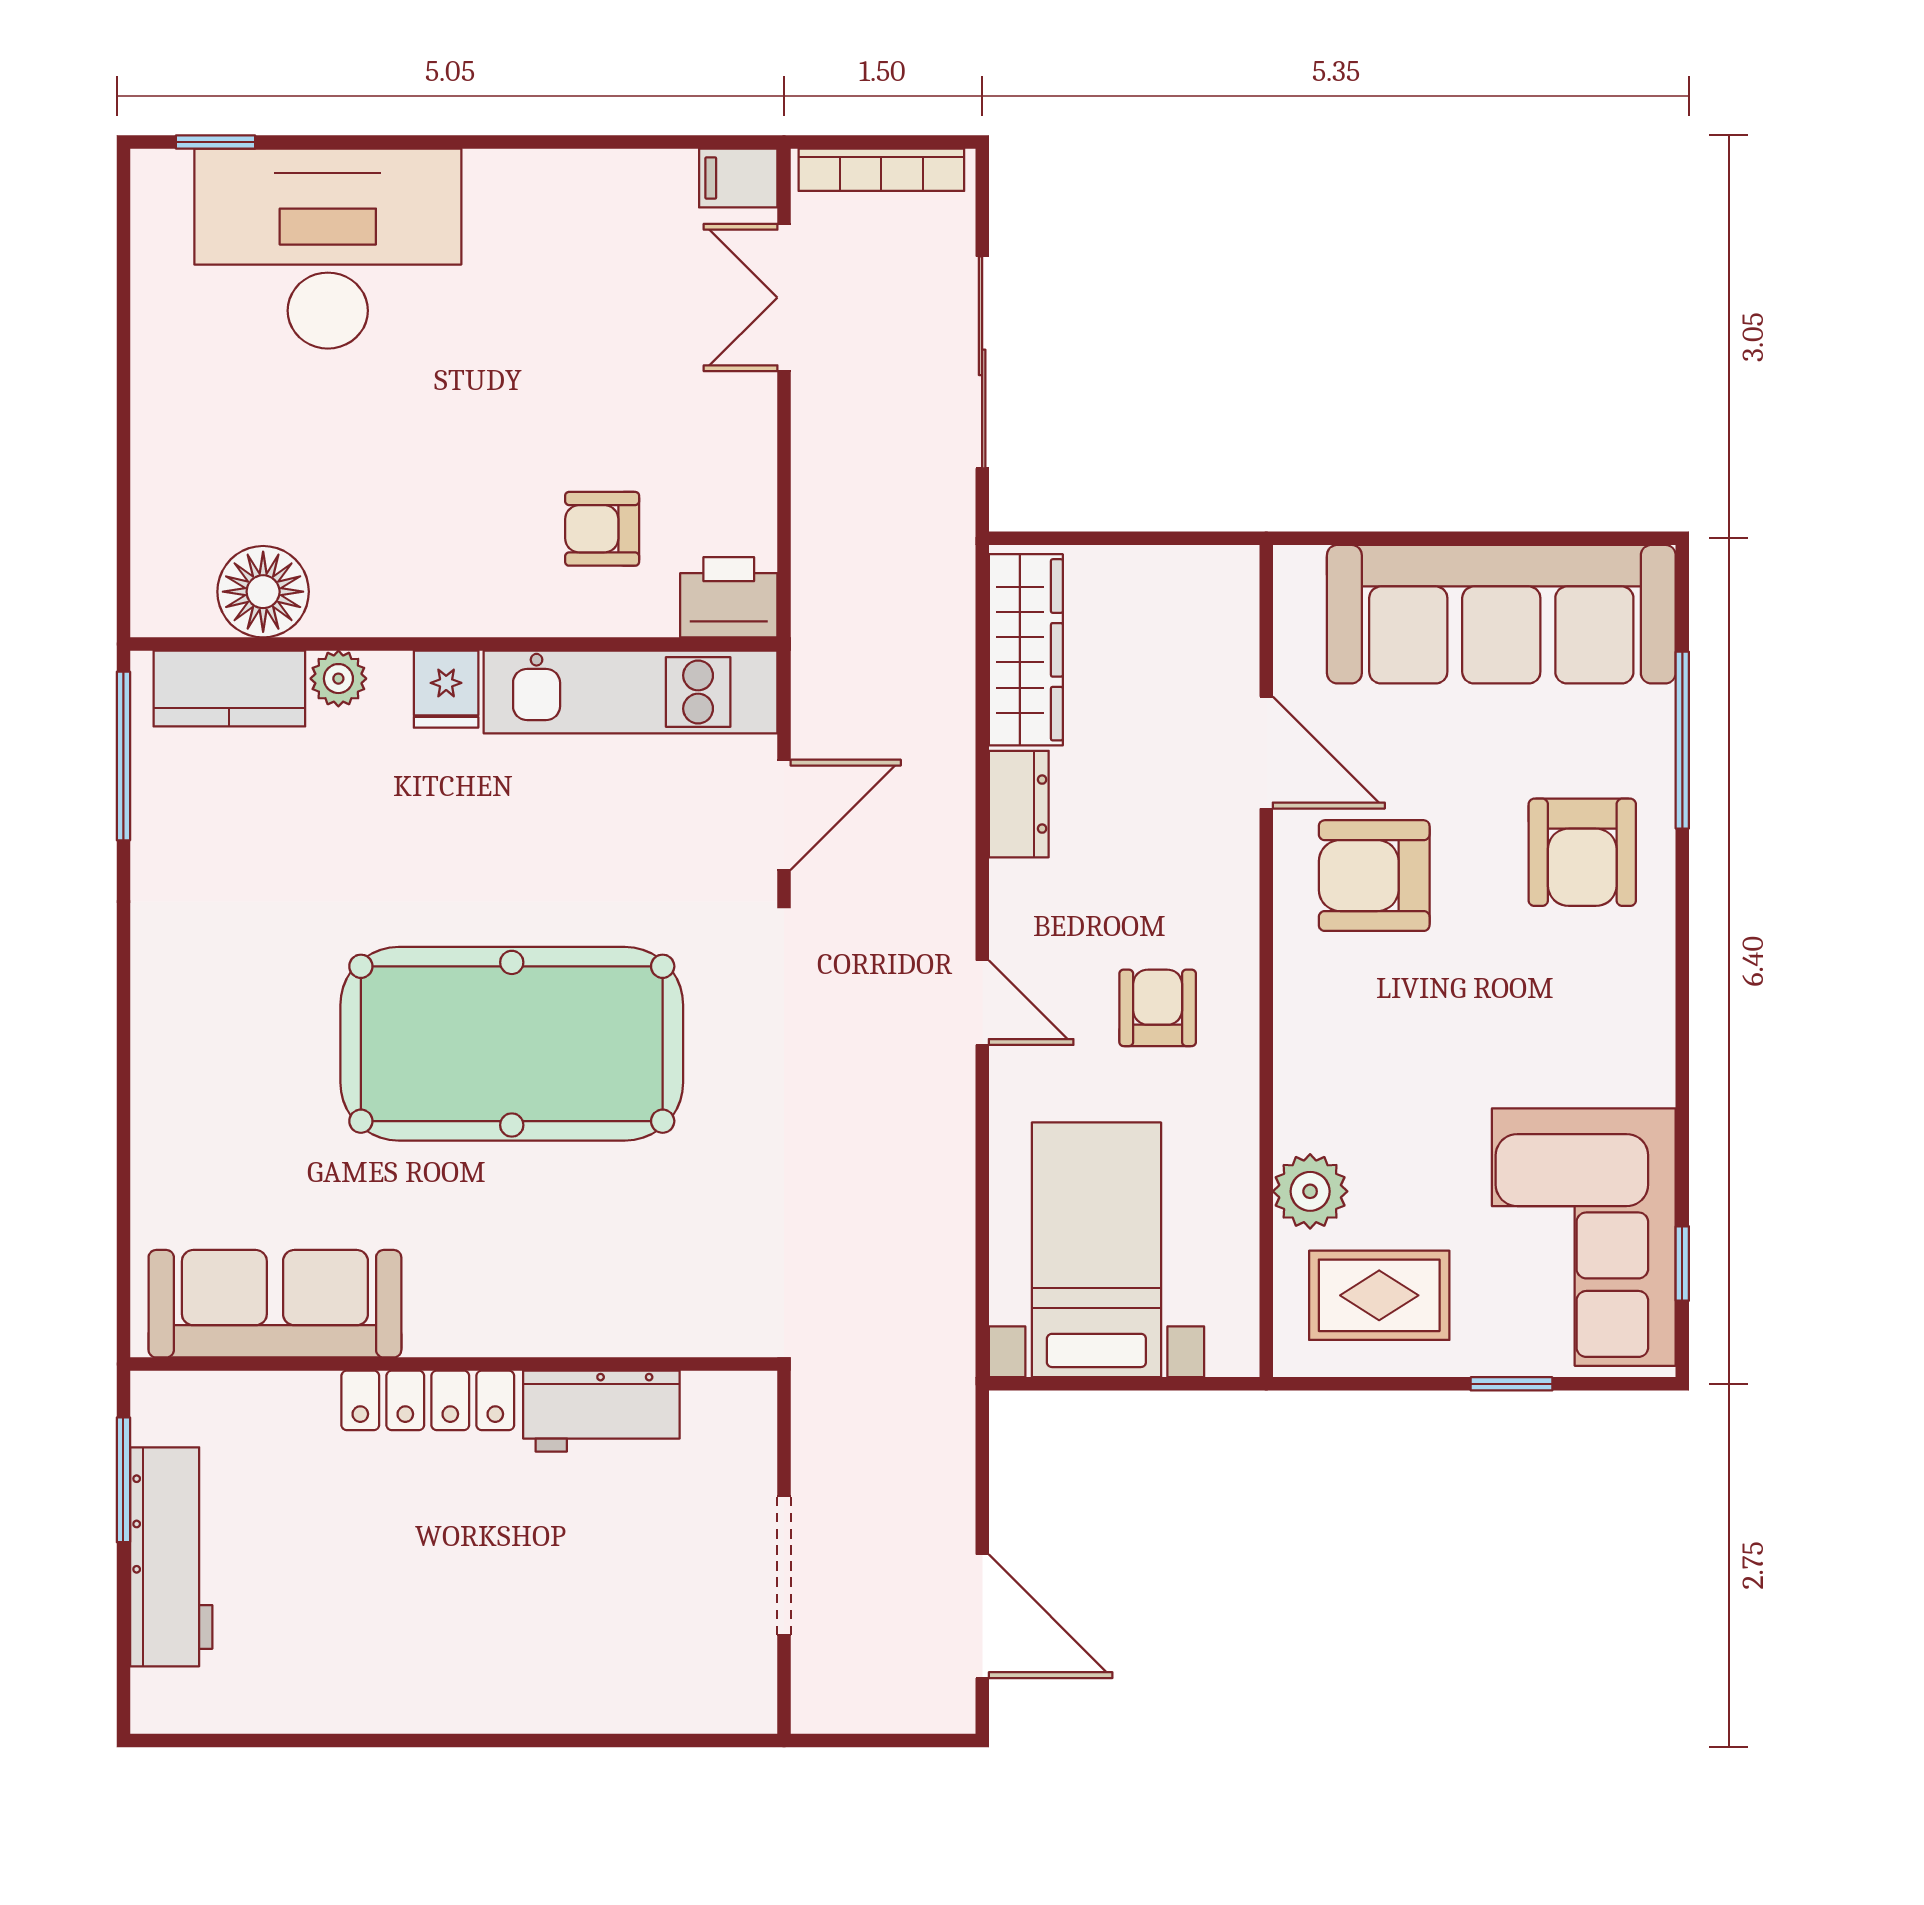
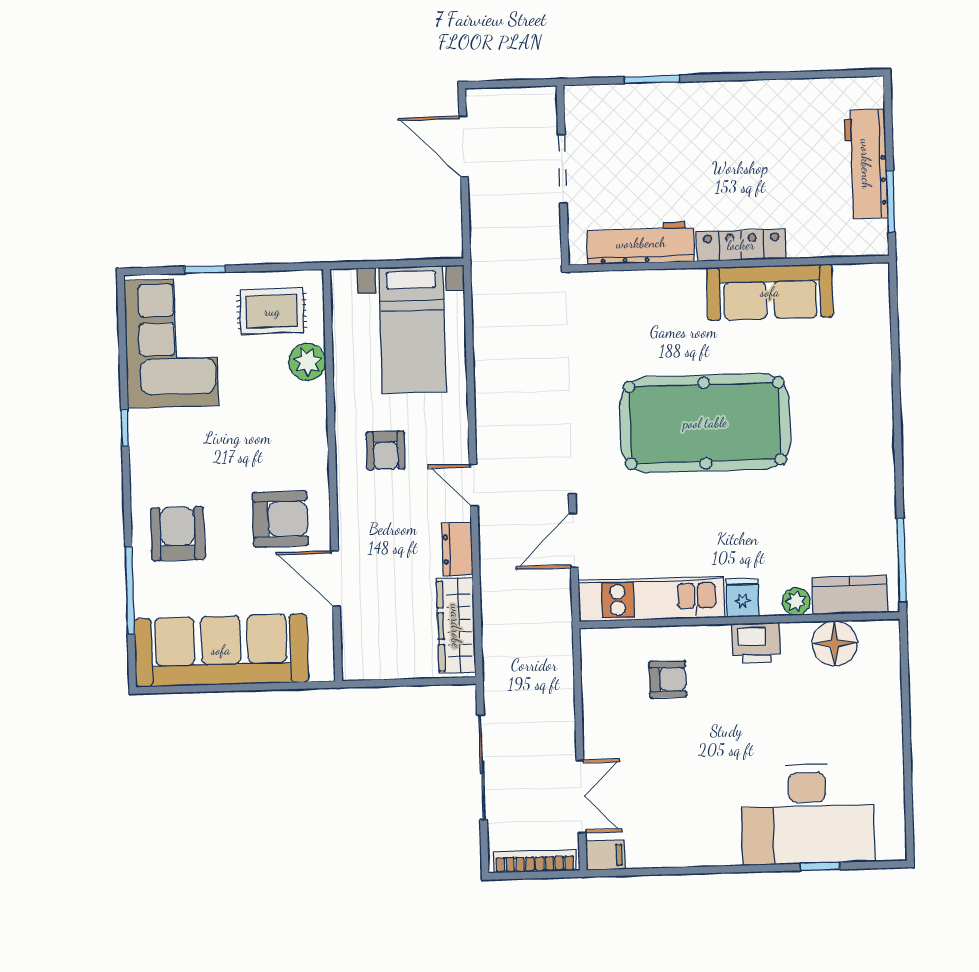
window: (215, 142) -> (820, 867), moved
printer: (729, 597) -> (756, 643), moved
door: (982, 1003) -> (474, 485), moved
window: (1682, 1264) -> (125, 428), moved
sofa: (275, 1304) -> (770, 292), moved
workbench: (601, 1411) -> (641, 243), width x1.38
window: (598, 1741) -> (652, 79), added

